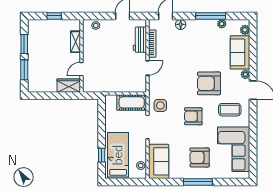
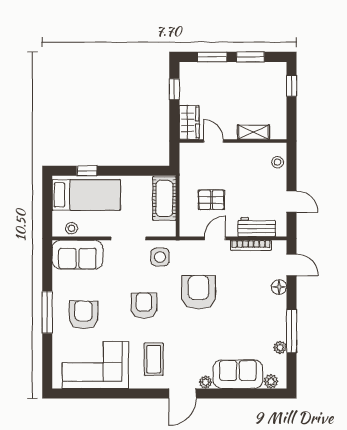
window: (54, 16) -> (291, 86), moved
door: (148, 68) -> (215, 238), swing flipped
pallet: (121, 70) -> (211, 200), added
armchair: (209, 83) -> (198, 292), moved
window: (46, 96) -> (174, 89), added
cot: (132, 102) -> (164, 198), moved

